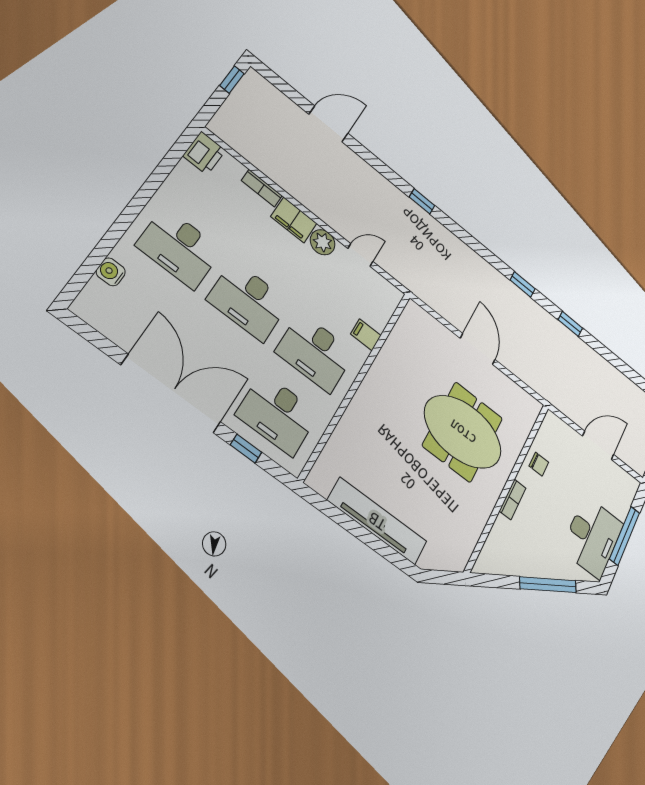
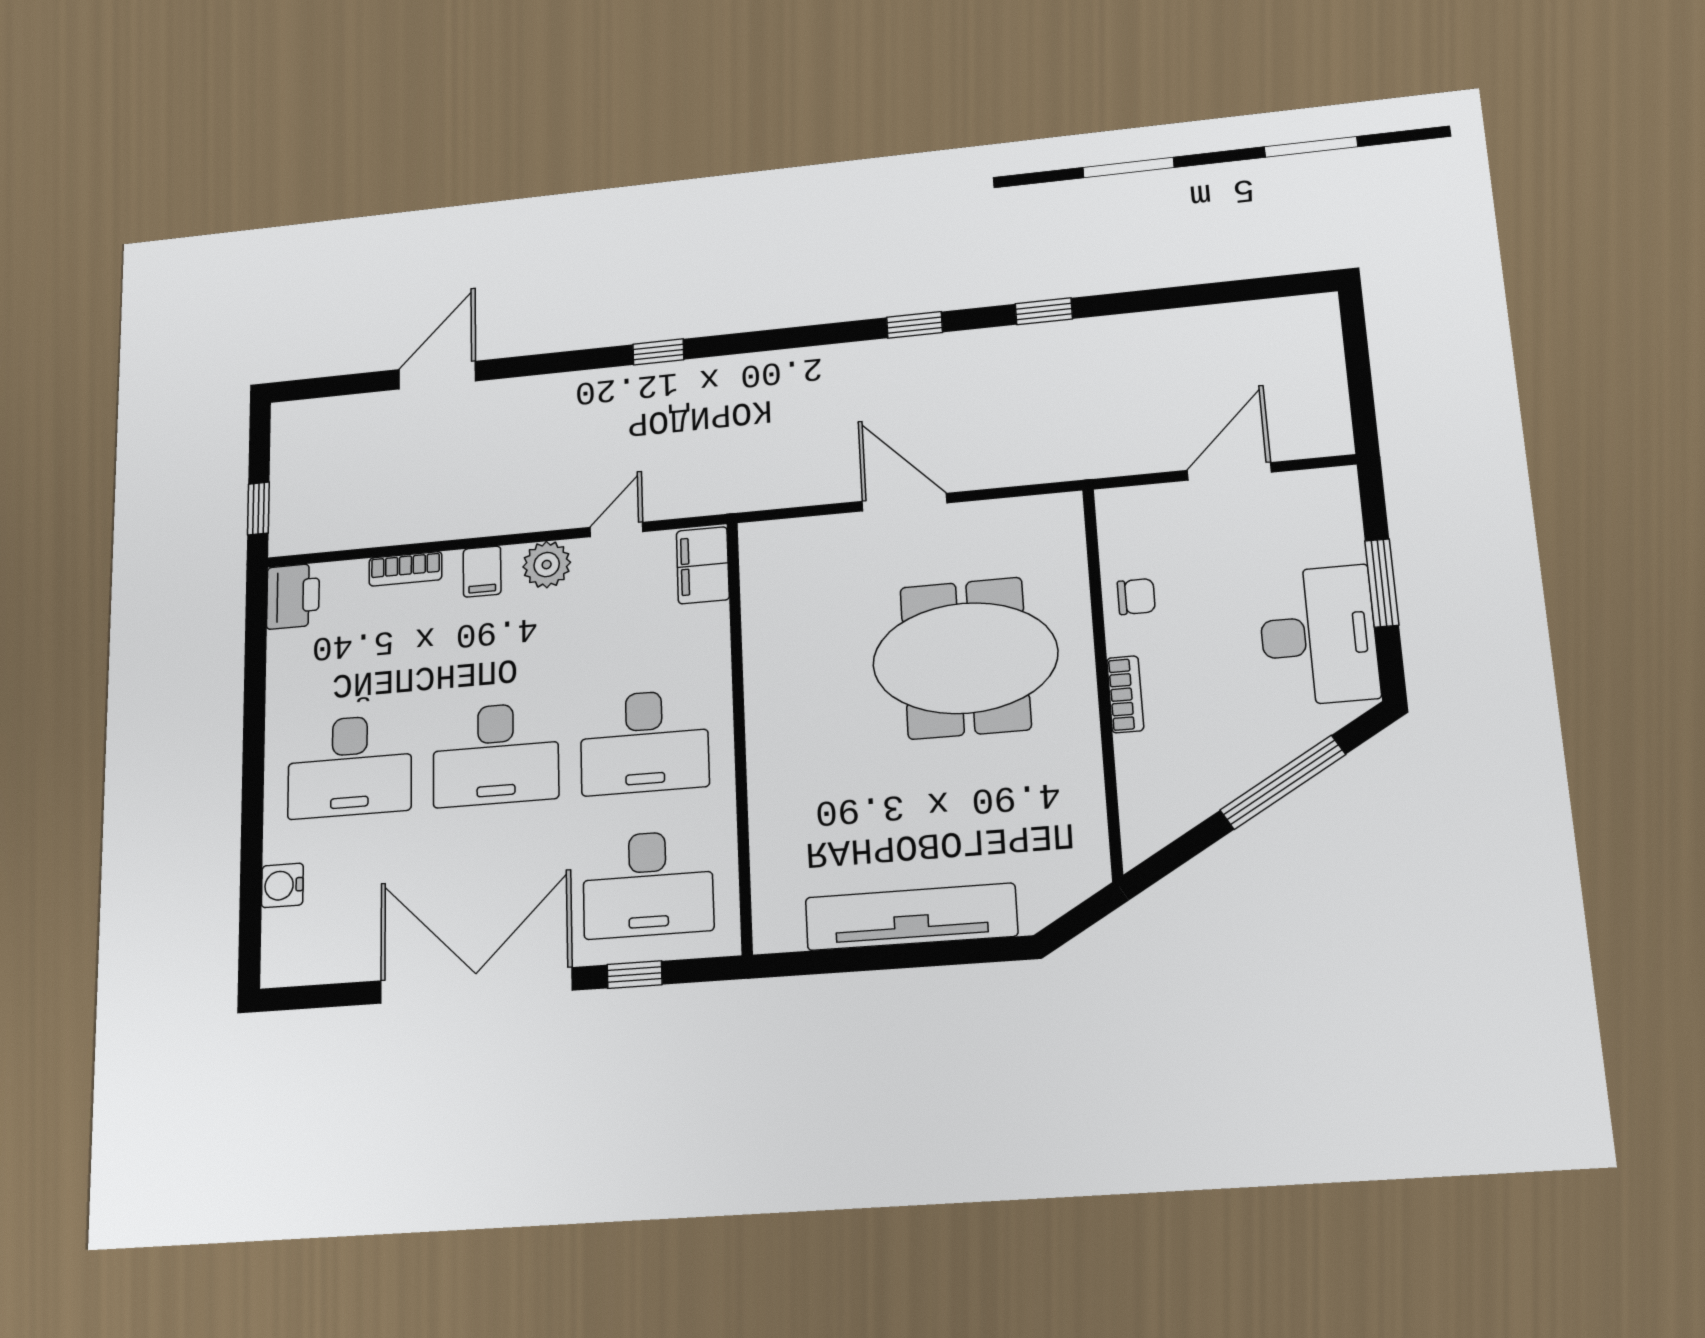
window: (232, 80) -> (258, 509), moved
filing cabinet: (294, 220) -> (482, 572), width x0.50
filing cabinet: (366, 335) -> (703, 565), moved, width x2.00
window: (625, 536) -> (1382, 583), width x0.69

